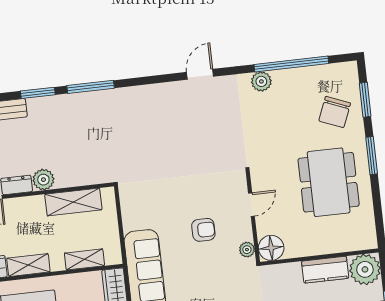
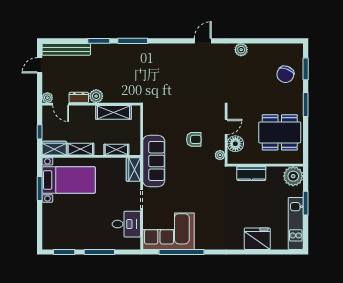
window: (291, 64) -> (261, 41), removed
dining table: (329, 182) -> (280, 132), moved, turned 90
floor lamp: (271, 248) -> (235, 144), moved
kitchen counter: (325, 270) -> (251, 173), moved

